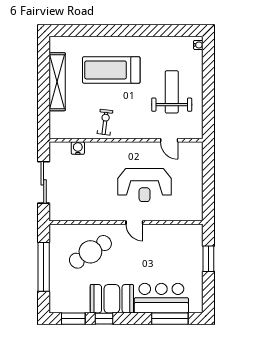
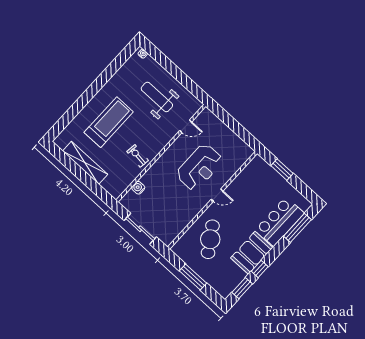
treadmill: (111, 70) -> (109, 122), turned 180
window: (44, 267) -> (193, 277), width x0.68

